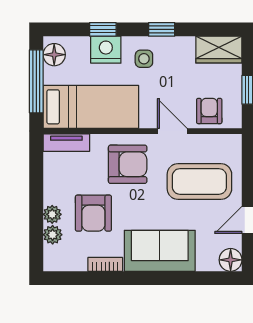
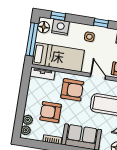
window: (103, 29) -> (58, 16), moved
nightstand: (106, 50) -> (61, 27), moved
armchair: (93, 213) -> (50, 112), turned 90
plant: (52, 214) -> (26, 130), moved

